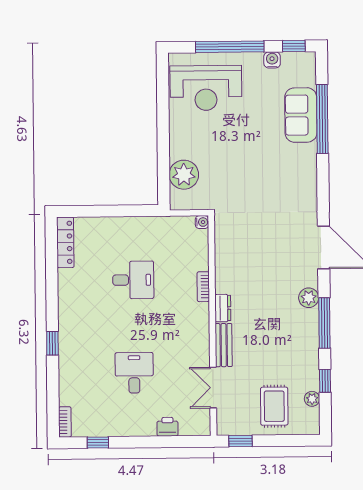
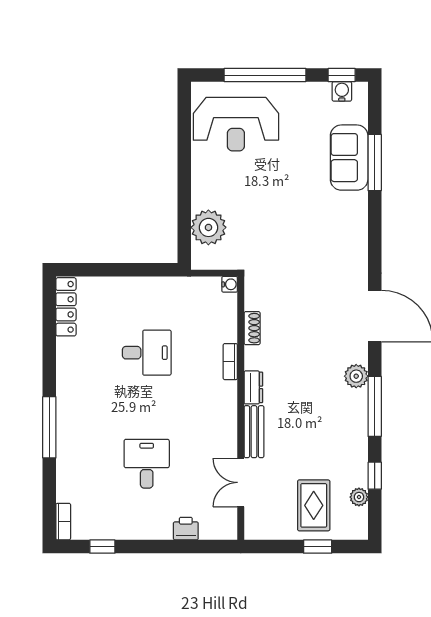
water cooler: (272, 60) -> (342, 91), moved
window: (322, 119) -> (375, 163), width x0.68
shoe rack: (221, 259) -> (252, 328), added
window: (52, 343) -> (49, 427), width x2.17
window: (240, 441) -> (318, 547), moved

